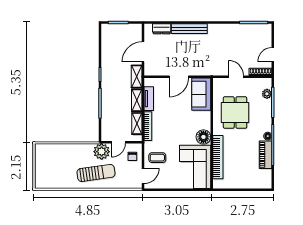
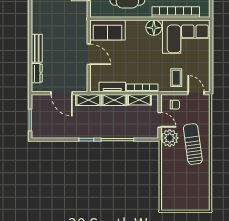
bench: (189, 29) -> (37, 48), width x0.73

